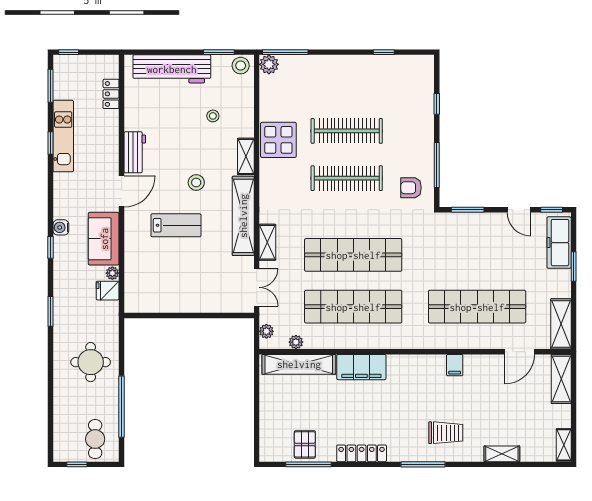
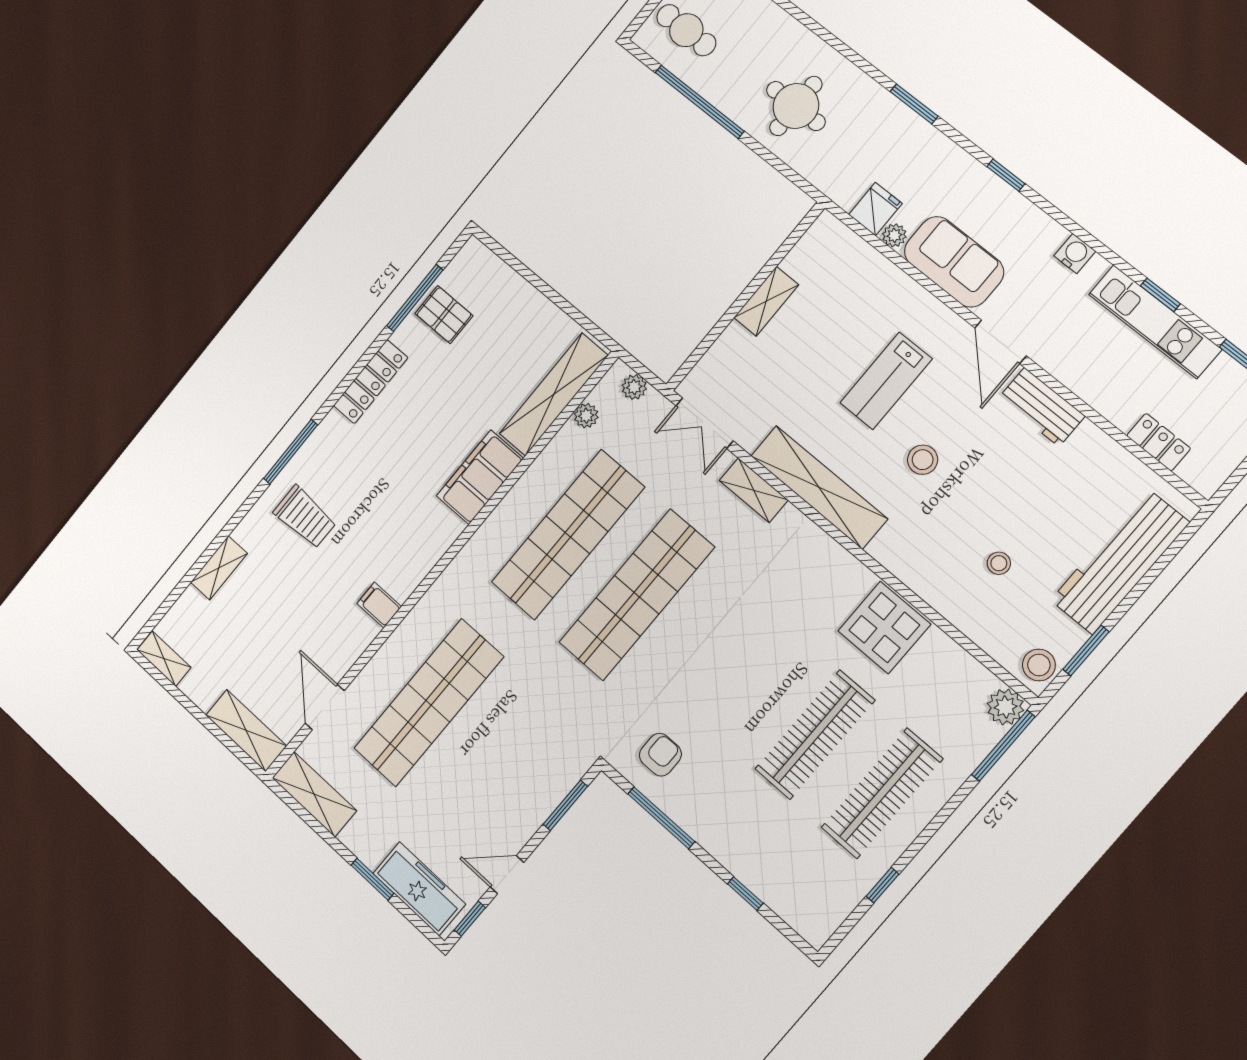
shelving: (246, 156) -> (766, 301), moved, turned 90
clothes rail: (347, 178) -> (882, 793), moved
water cooler: (61, 227) -> (1075, 254), moved
trolley: (446, 433) -> (305, 517), turned -90

